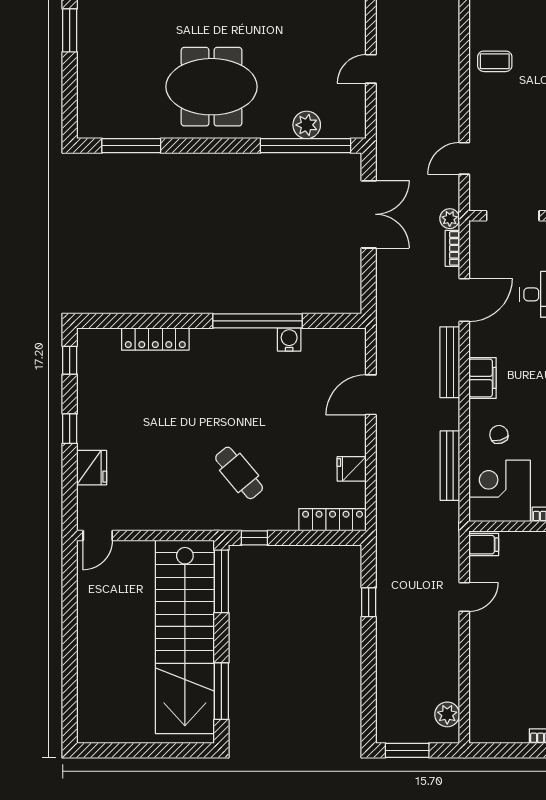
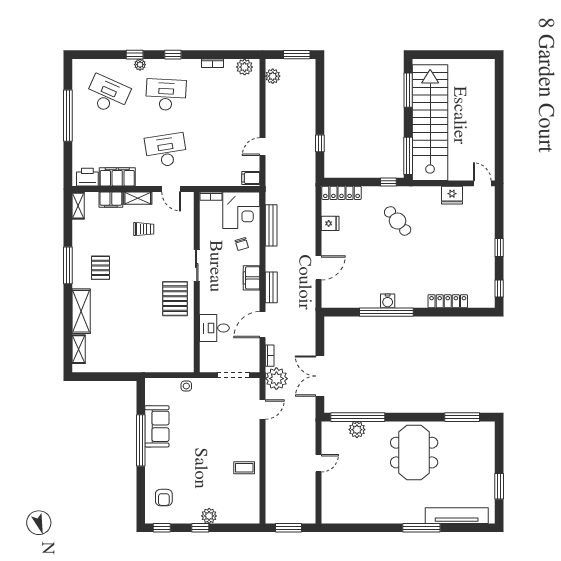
meeting table: (212, 87) -> (414, 453), turned 90
plant: (450, 219) -> (276, 379), width x1.87, depth x1.87
water cooler: (289, 339) -> (388, 301), moved
bench: (450, 362) -> (271, 287), width x0.73
fridge: (92, 468) -> (452, 195), moved, turned -90
door: (98, 536) -> (482, 183), hinge flipped
plant: (494, 730) -> (245, 67), added

